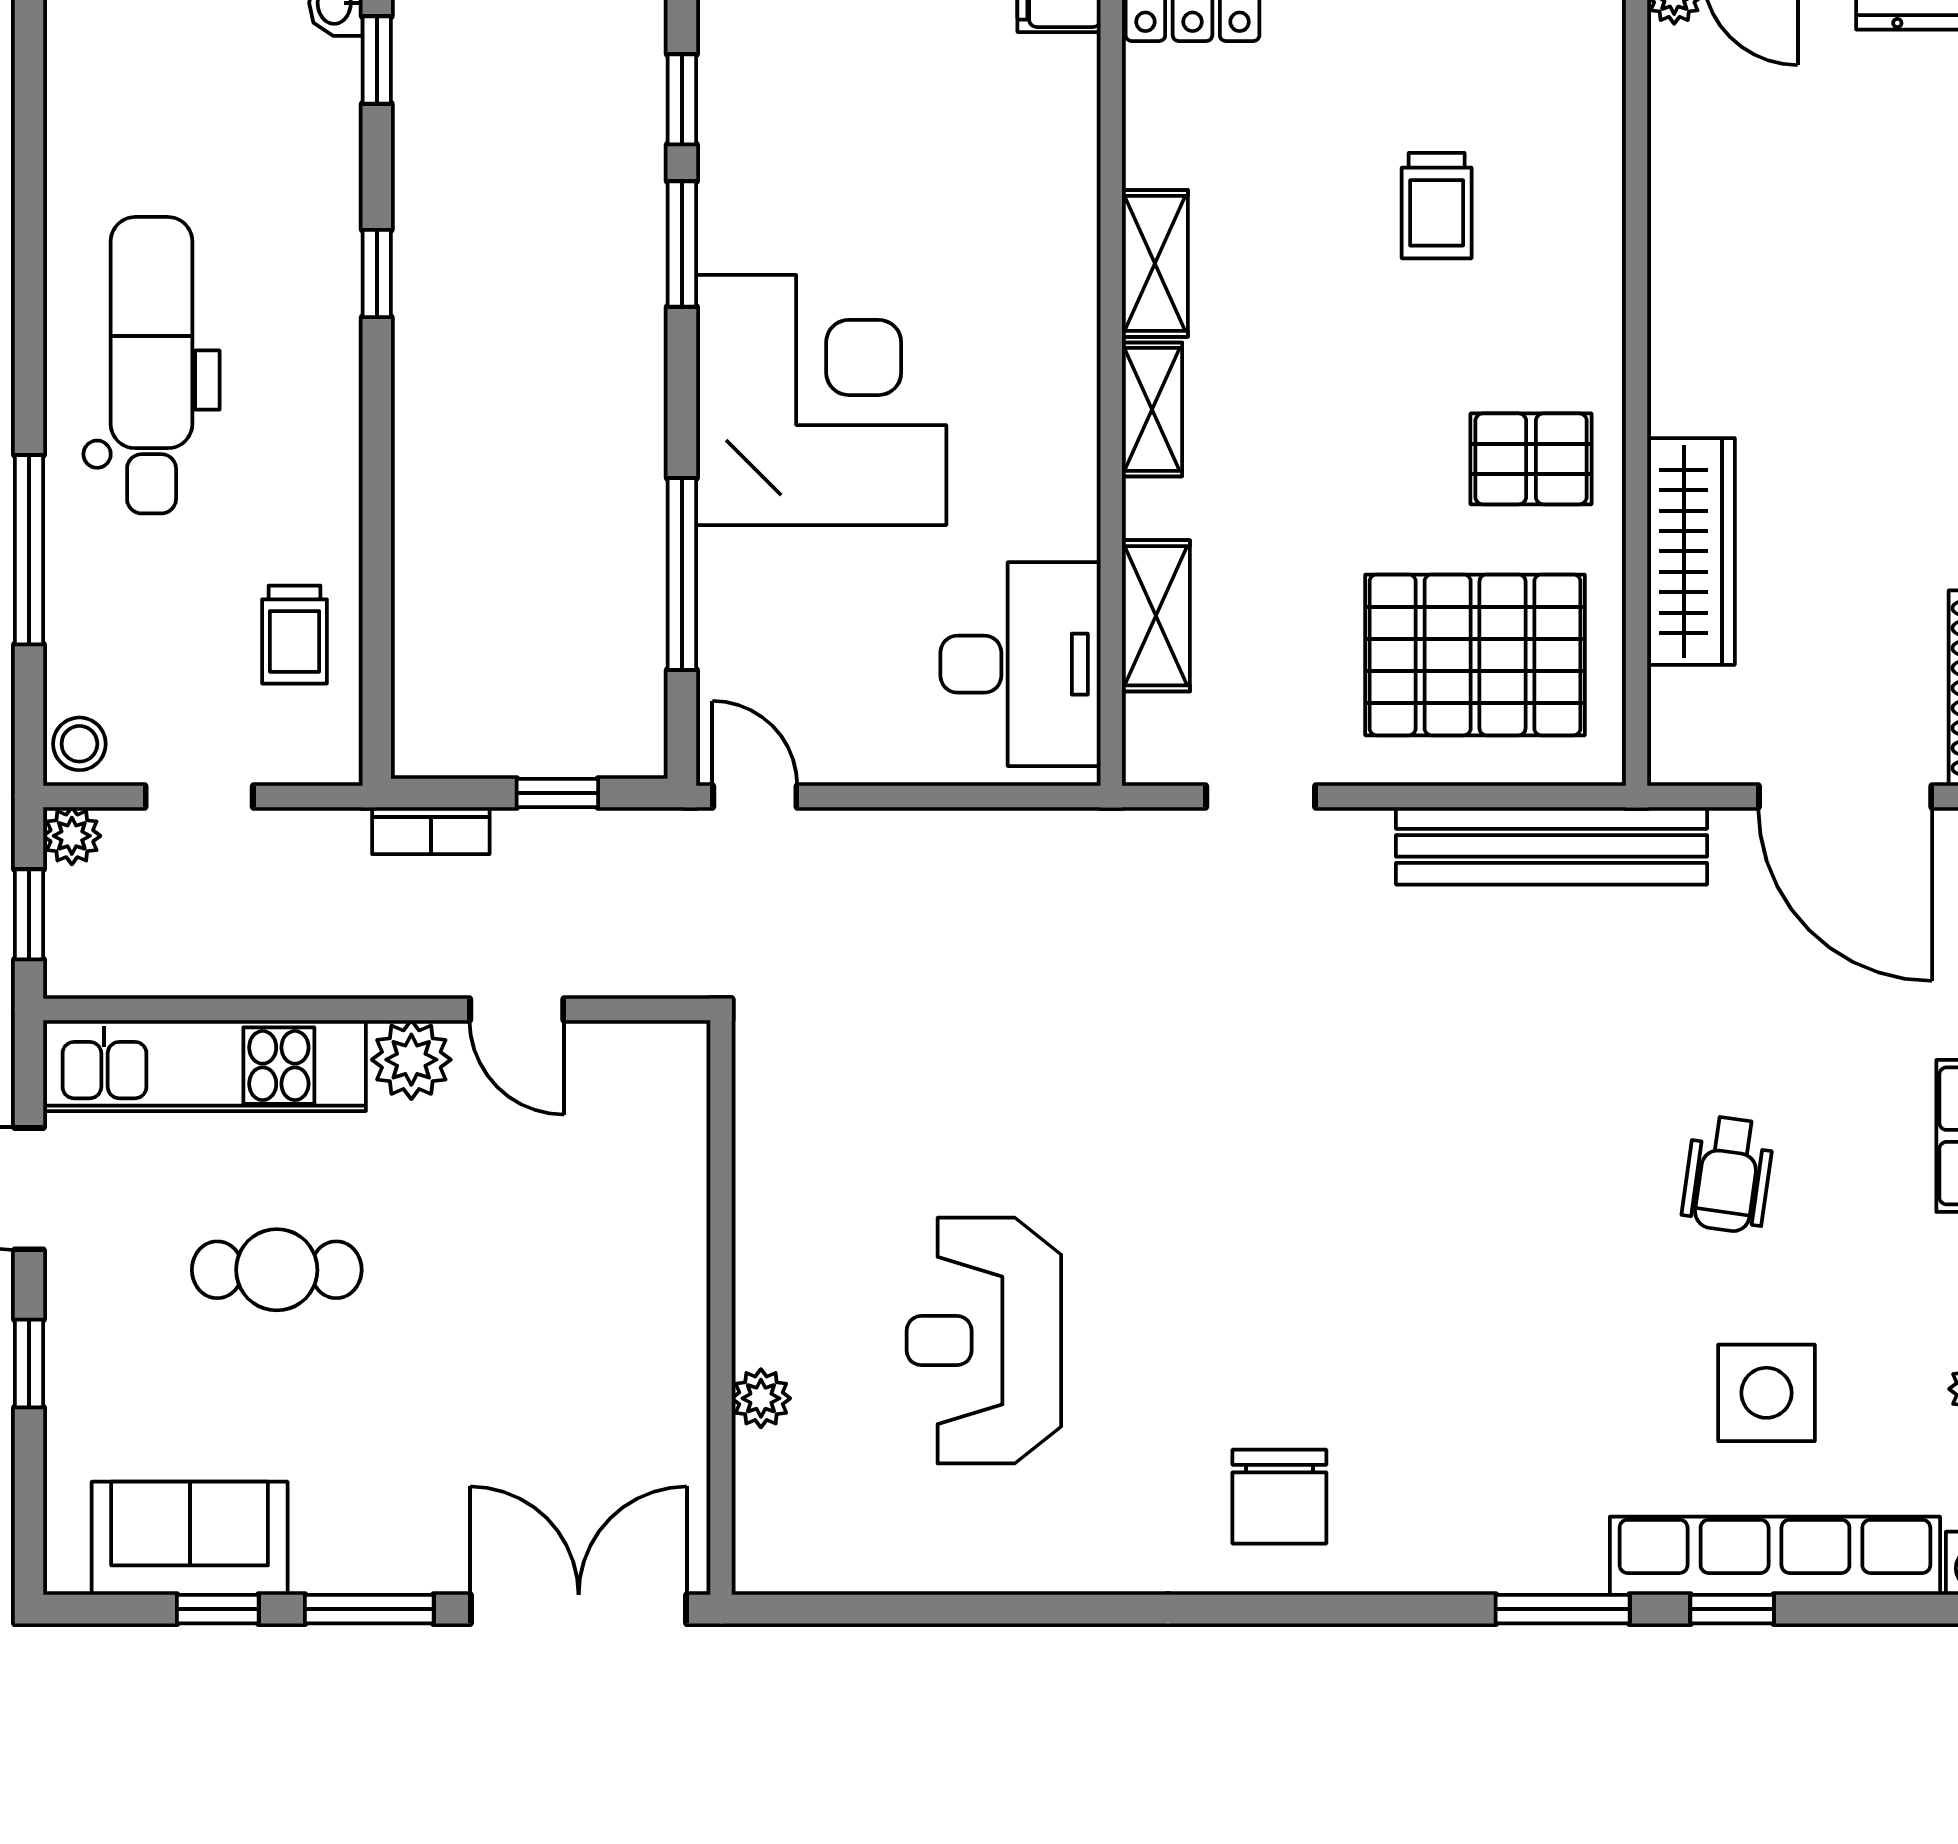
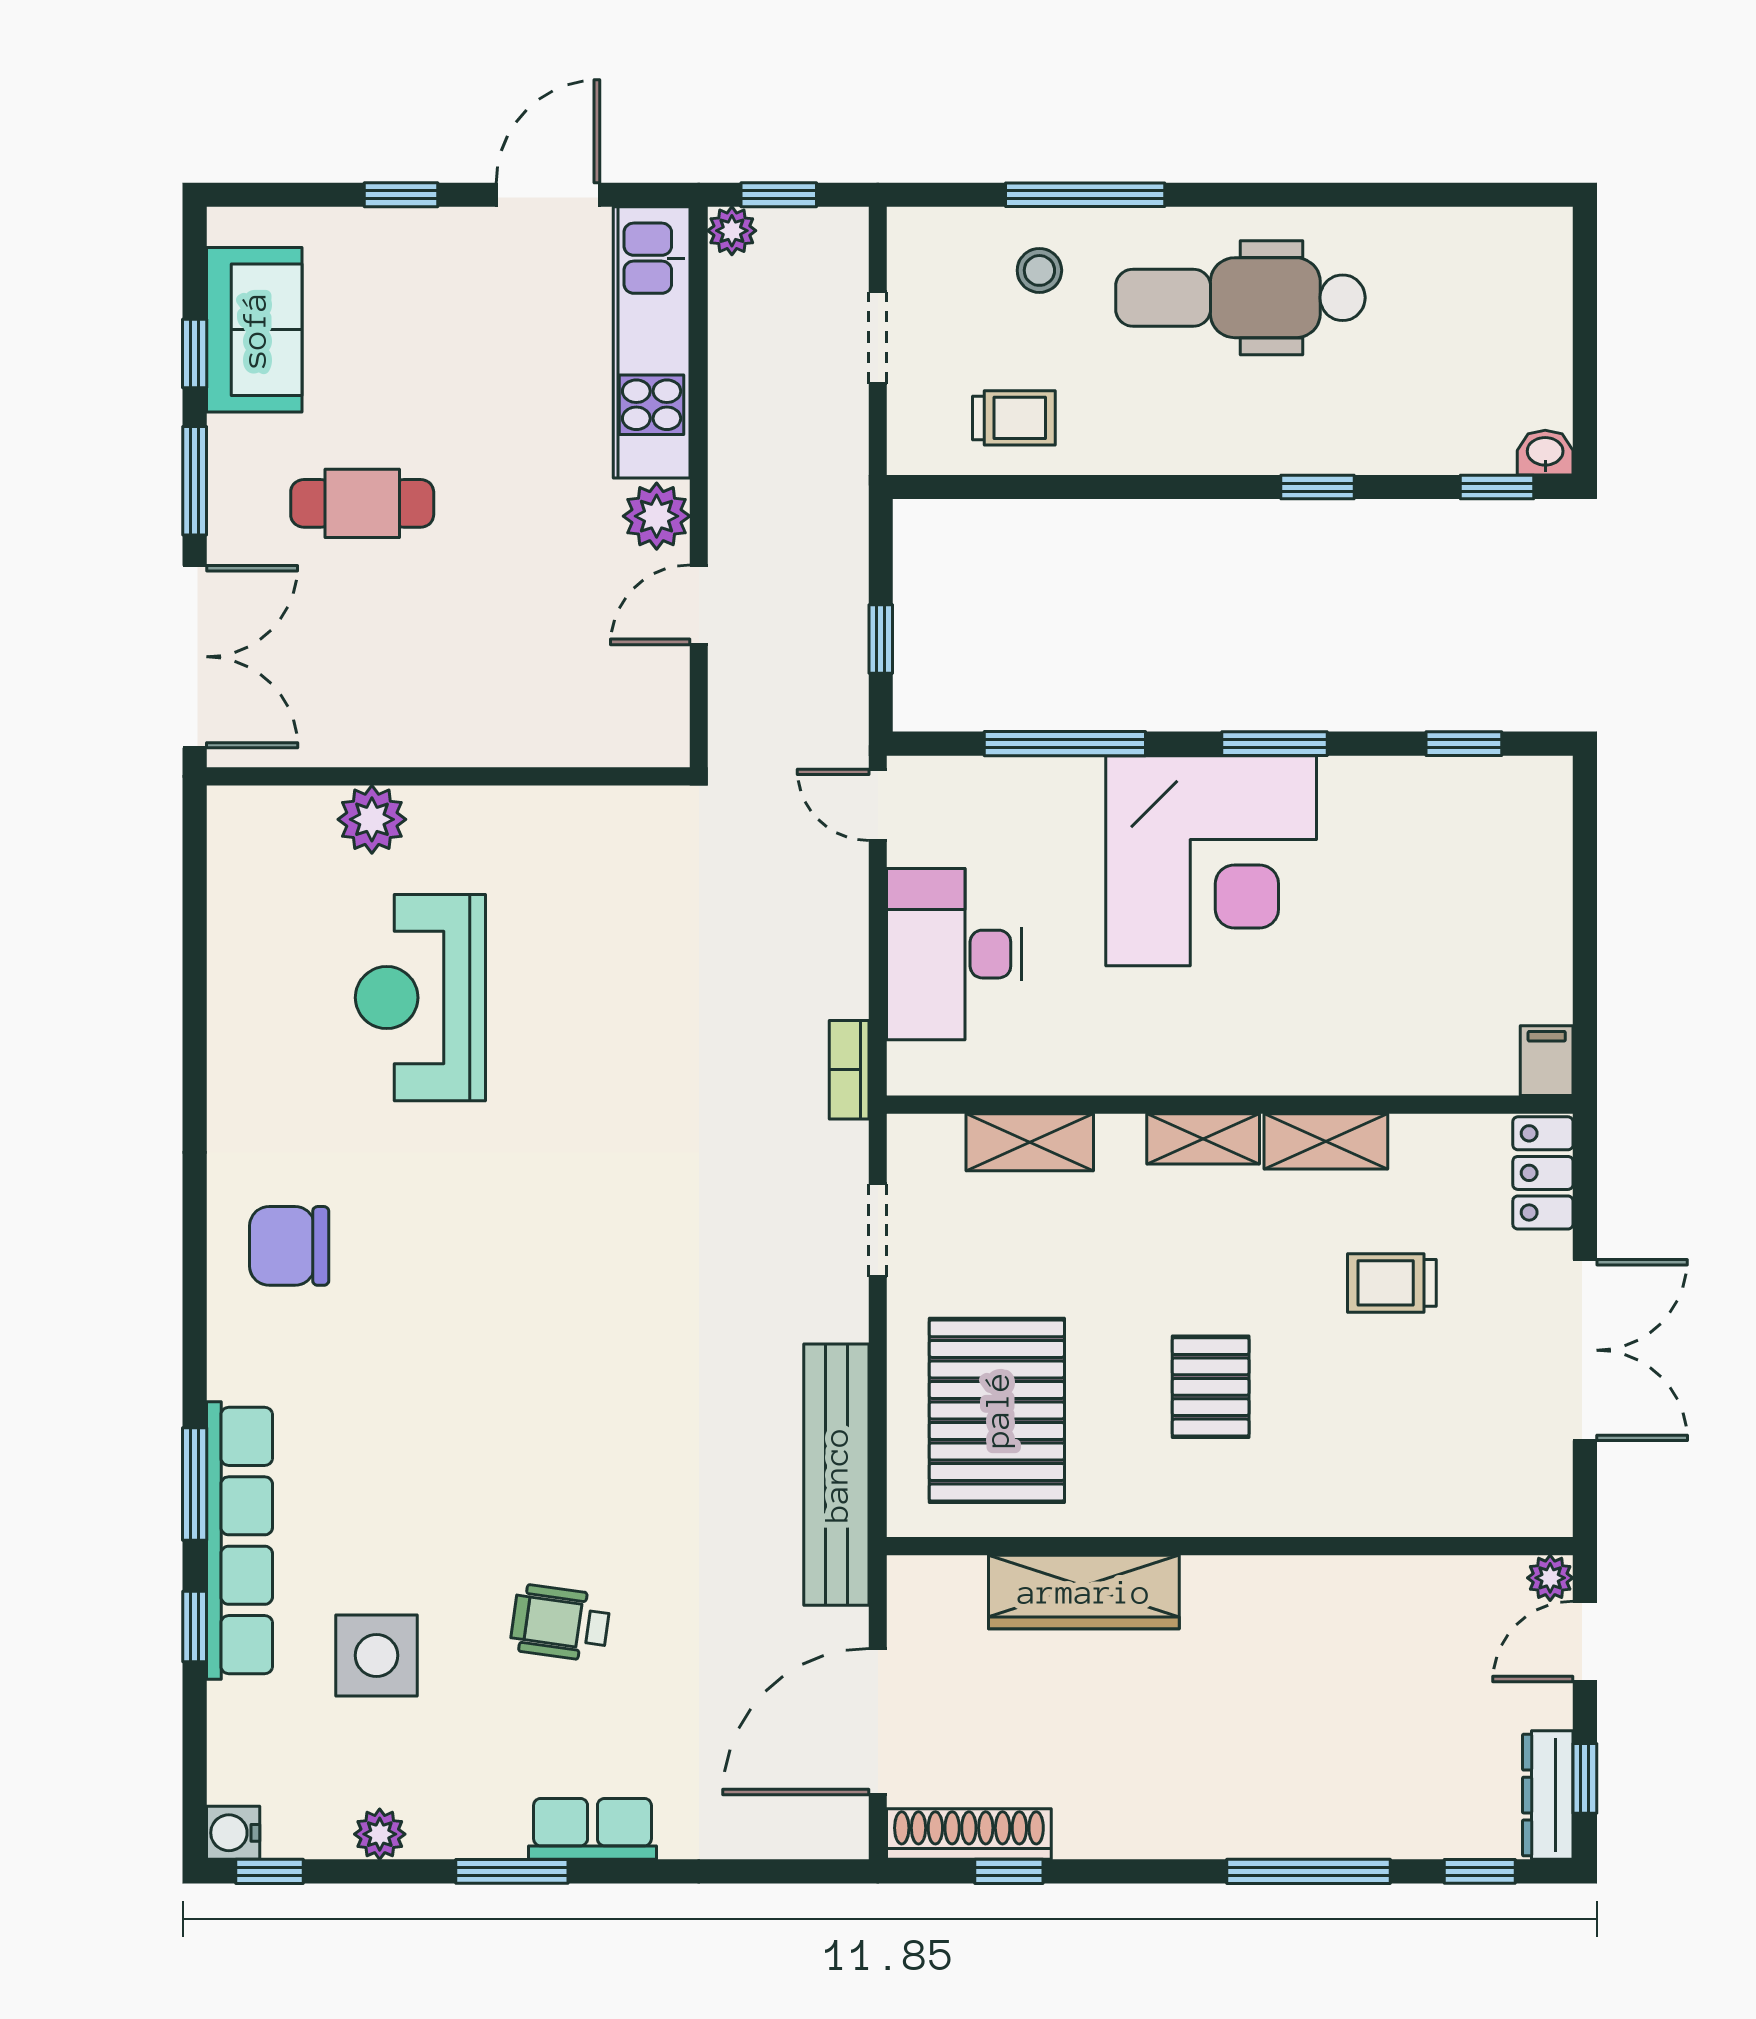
trolley: (1437, 206) -> (1392, 1283), moved
window: (682, 244) -> (1274, 744), moved
dental chair: (152, 365) -> (1240, 298), turned 180
pallet: (1531, 459) -> (1211, 1387), moved
trolley: (295, 635) -> (1014, 418), turned 180
desk: (1021, 664) -> (954, 954), moved, turned 90
stool: (79, 744) -> (1039, 270), moved
door: (755, 796) -> (878, 805), swing flipped
bookcase: (431, 831) -> (849, 1070), moved
plant: (72, 836) -> (732, 231), moved
cafe table: (277, 1270) -> (362, 503), moved, turned 90
reception desk: (984, 1341) -> (420, 998), turned -90
plant: (761, 1398) -> (372, 819), width x1.38, depth x1.38
row of seats: (1775, 1556) -> (239, 1541), moved

